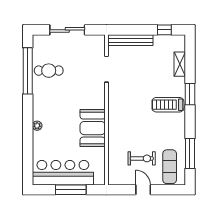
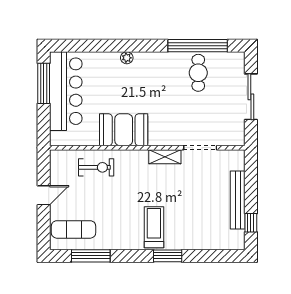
bench: (130, 40) -> (238, 200), moved
shelving: (180, 64) -> (165, 157), moved
exercise bike: (142, 158) -> (96, 167), moved, turned -90
window: (71, 190) -> (44, 83), moved

